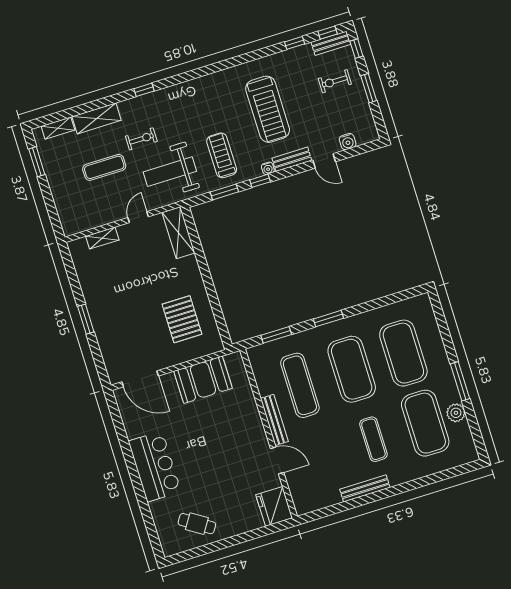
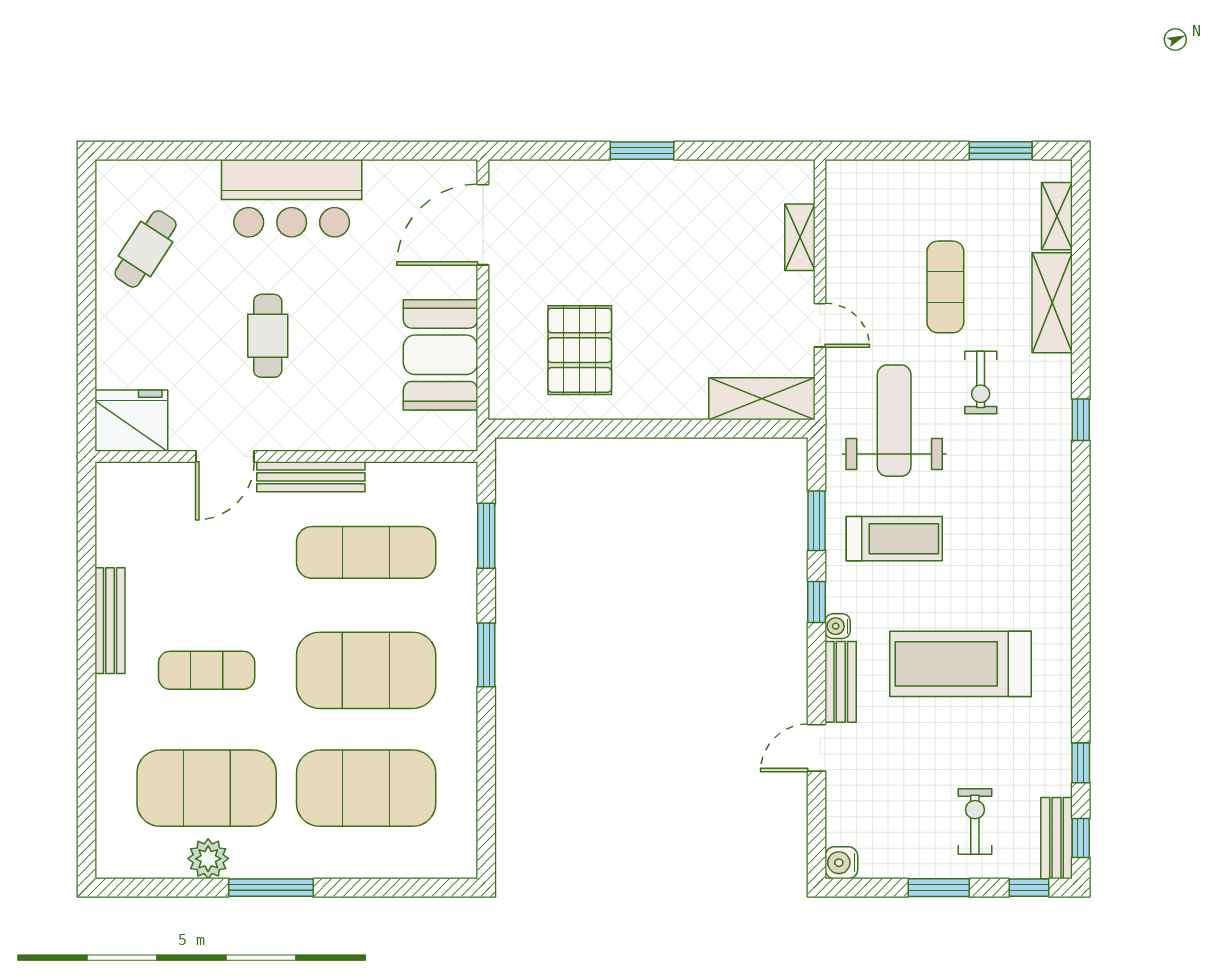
water cooler: (348, 142) -> (841, 863), moved
pallet: (182, 319) -> (580, 350), turned 90
cafe table: (218, 458) -> (268, 336), added

